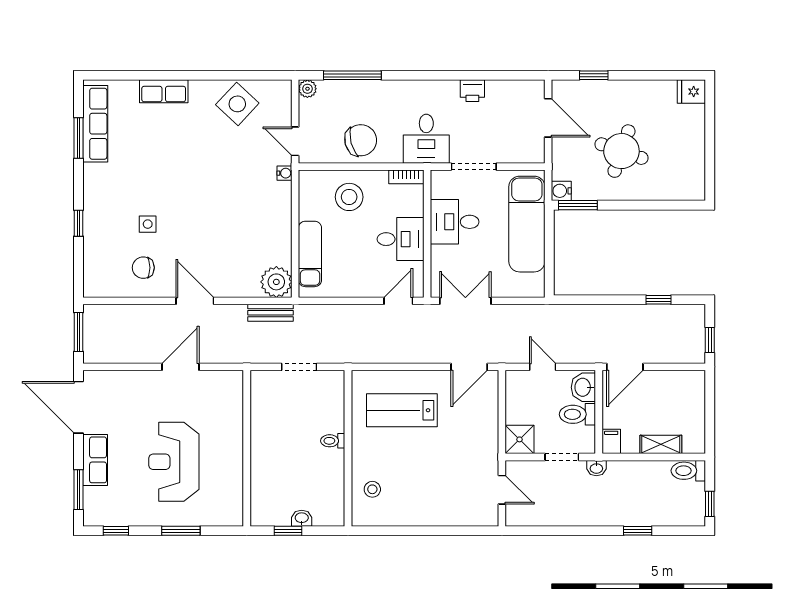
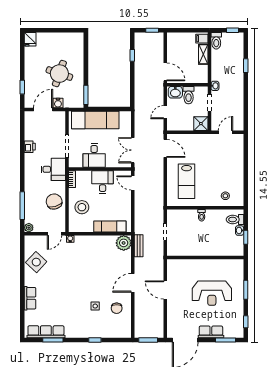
water cooler: (561, 191) -> (58, 103), moved
filing cabinet: (611, 441) -> (202, 39), moved
toilet: (324, 509) -> (235, 219), added

